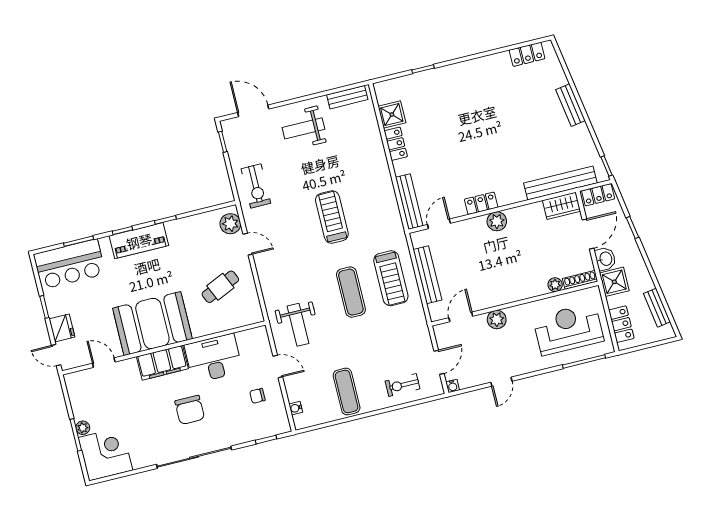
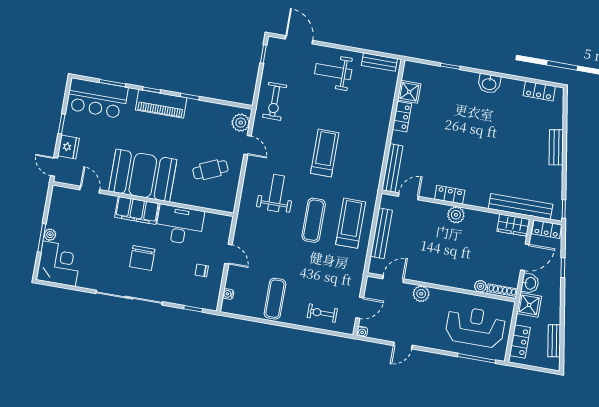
washbasin: (471, 69) -> (489, 84), added
treadmill: (391, 278) -> (351, 223), turned 180
weight bench: (298, 325) -> (276, 193), moved, turned 180

